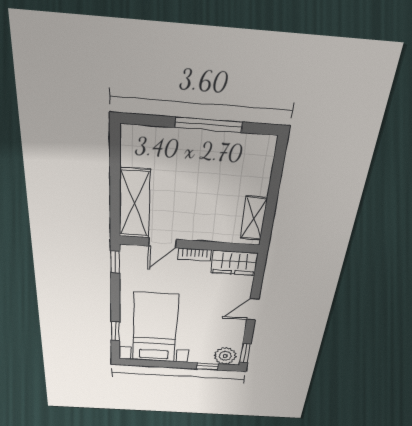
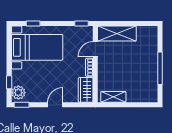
door: (162, 243) -> (95, 49), hinge flipped
door: (253, 309) -> (55, 105), hinge flipped

